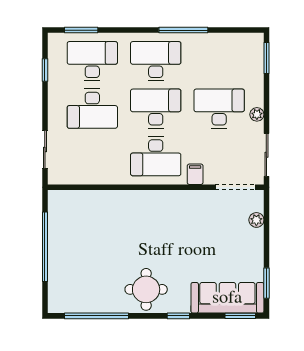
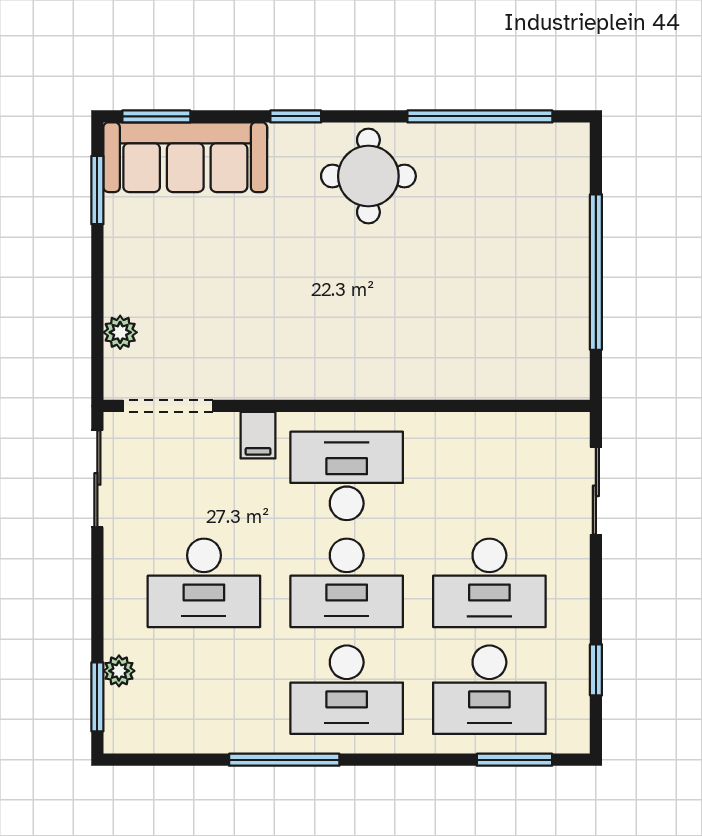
desk: (92, 109) -> (489, 583), turned 180
plant: (257, 114) -> (119, 671), moved

